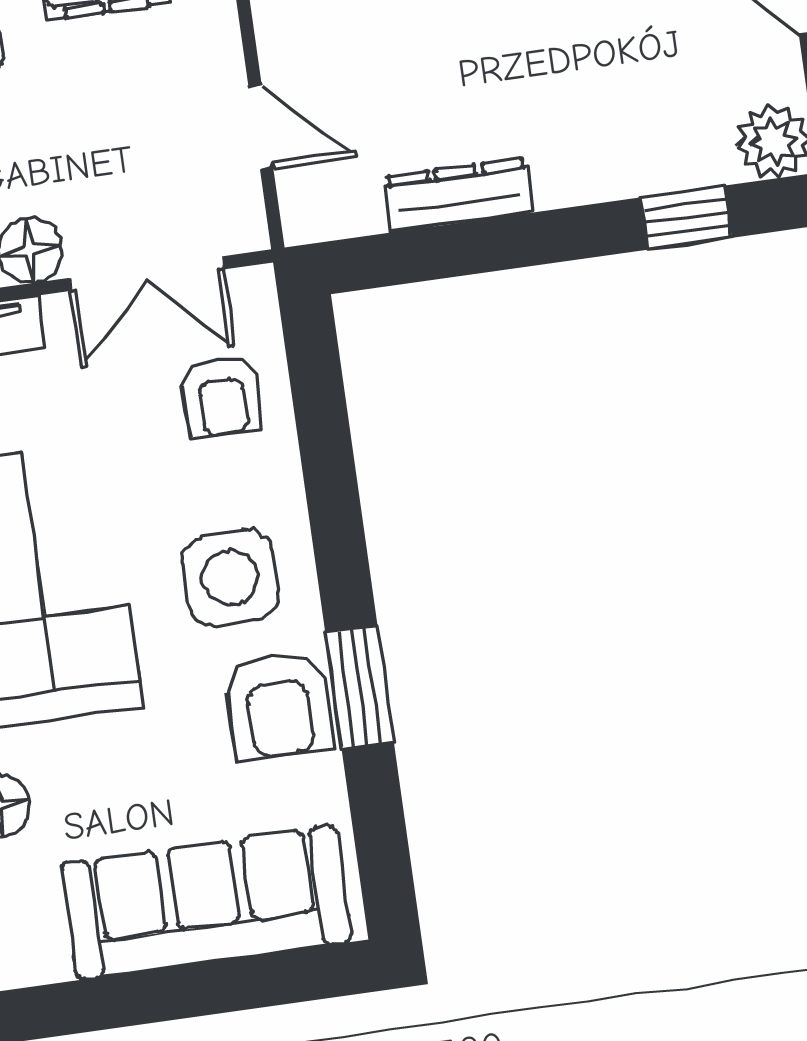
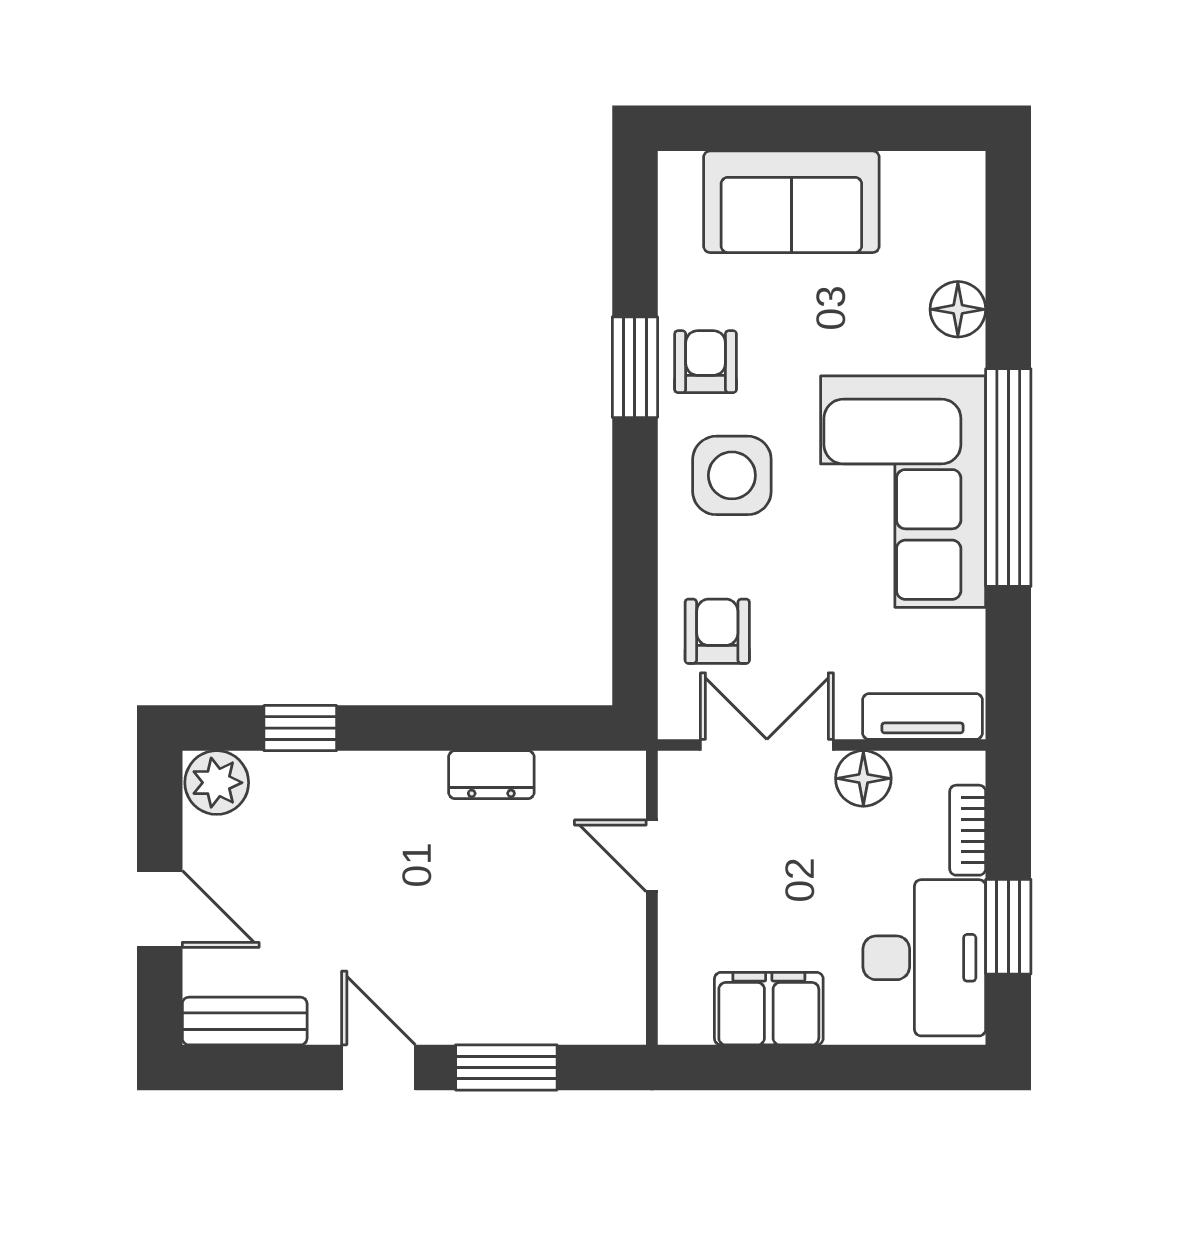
dresser: (459, 195) -> (491, 775), width x0.70
armchair: (279, 705) -> (706, 362), width x0.72, depth x0.72
sofa: (206, 903) -> (791, 202), width x0.73

